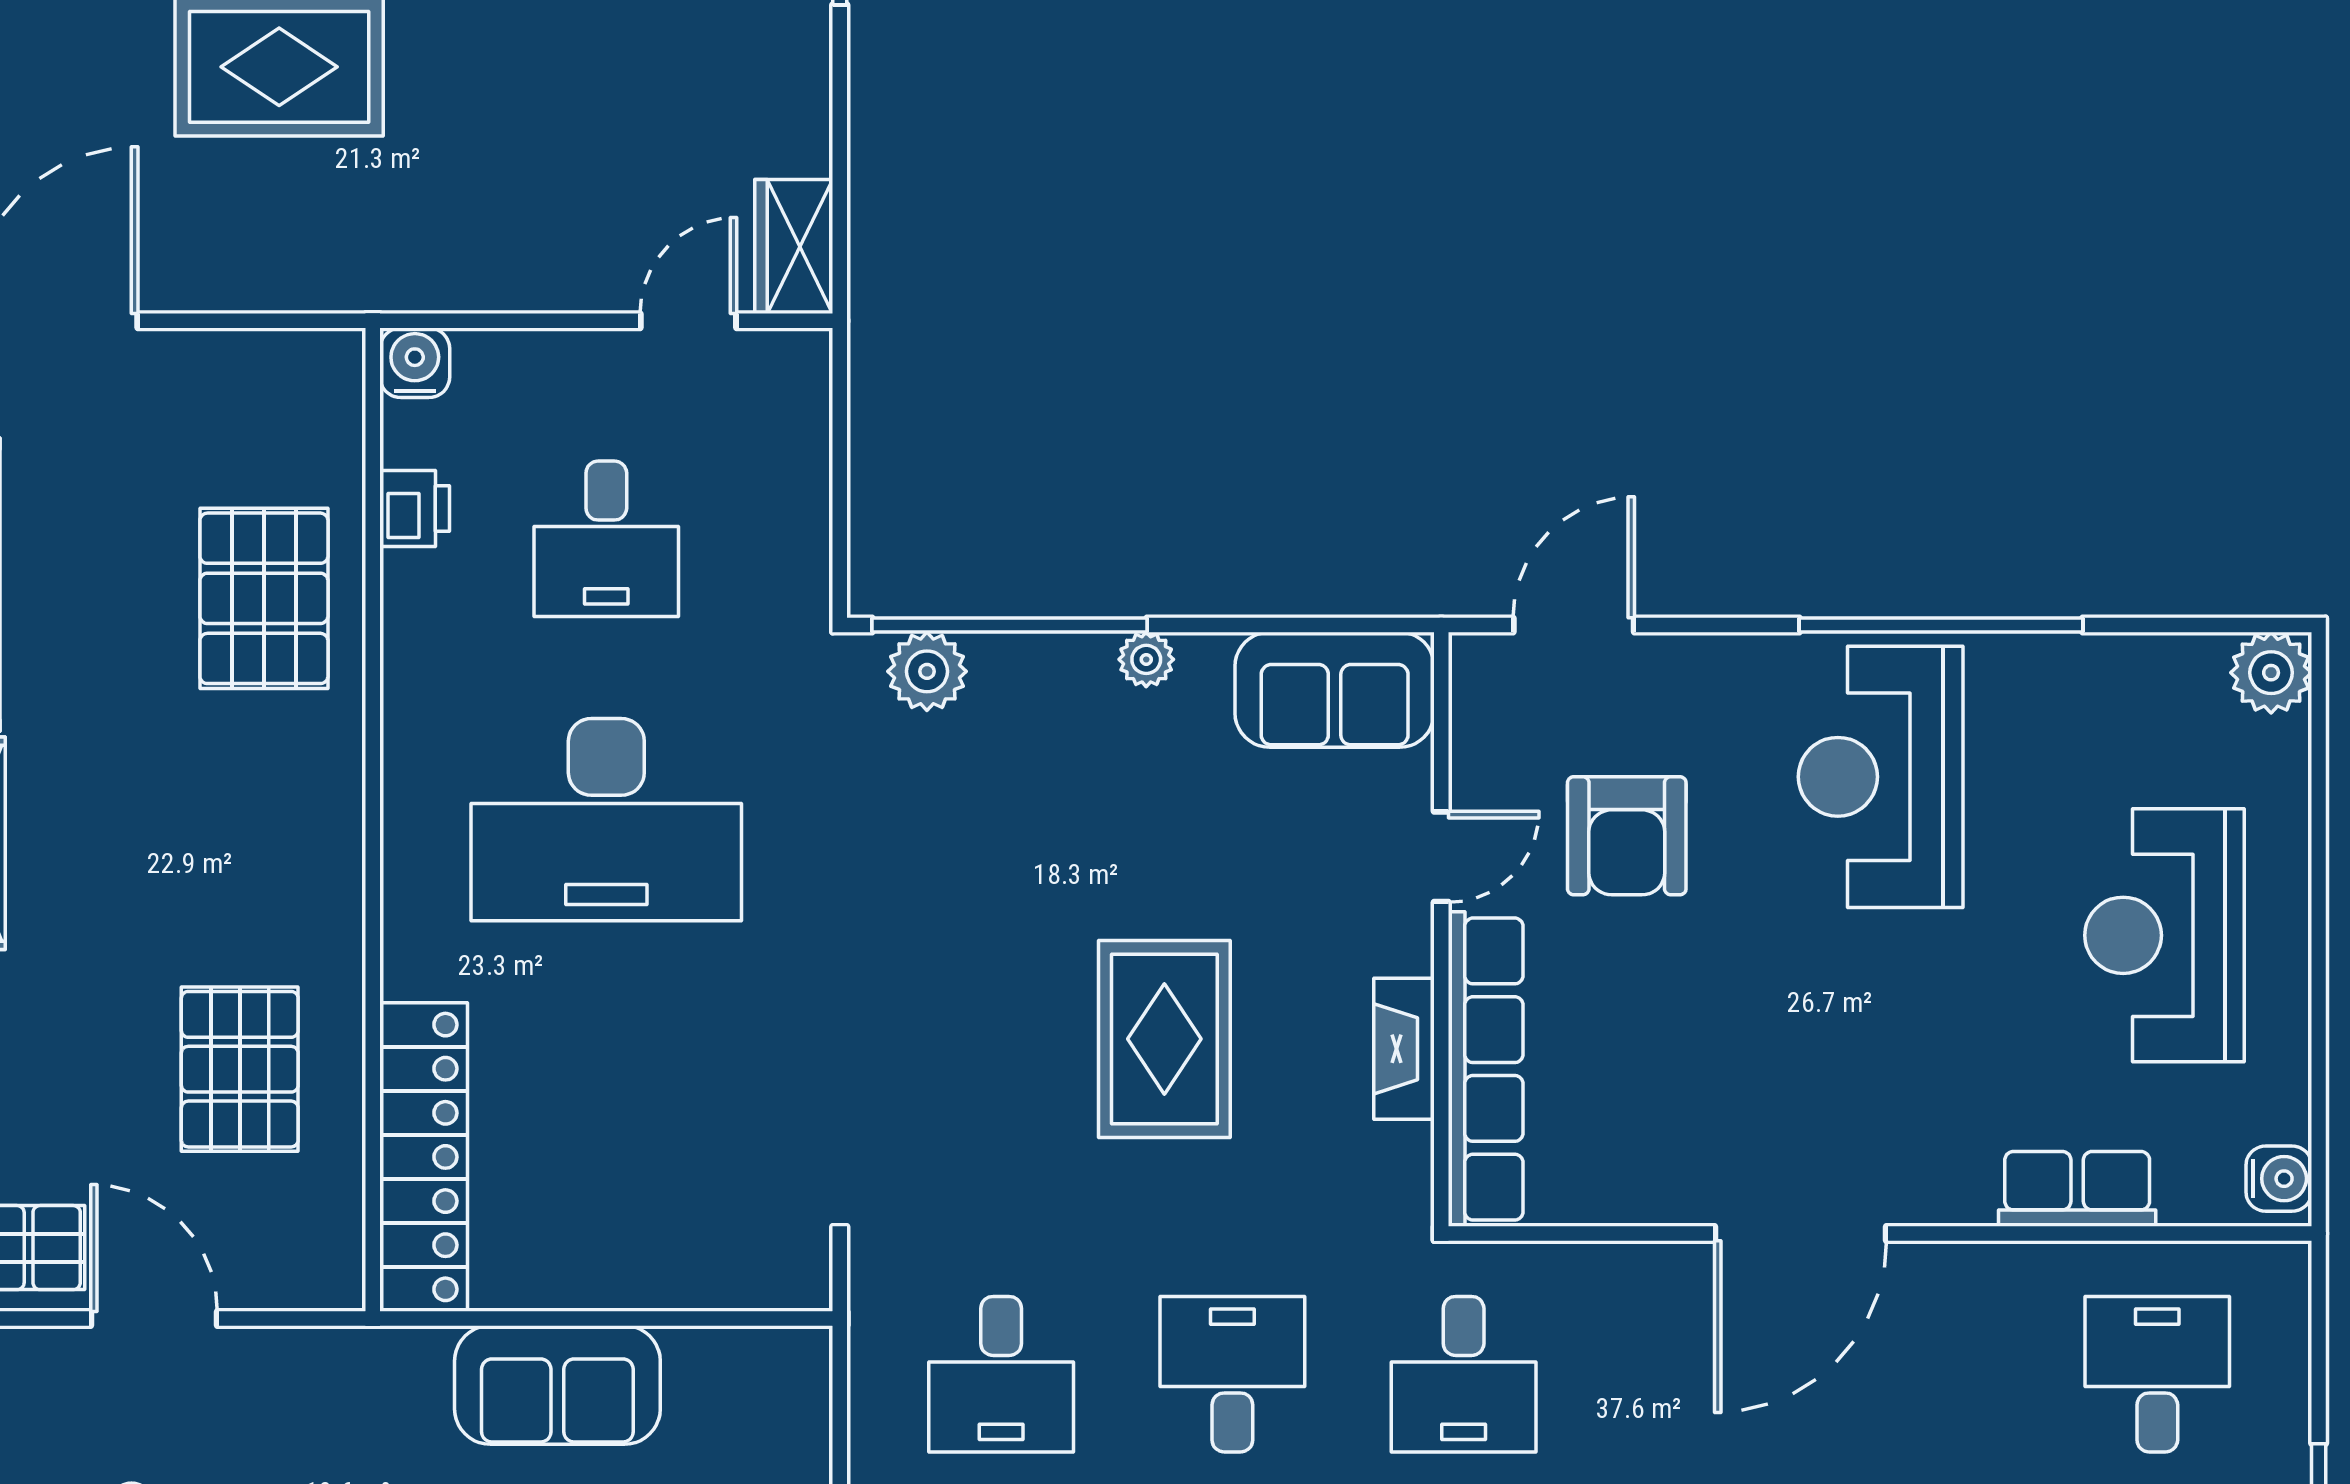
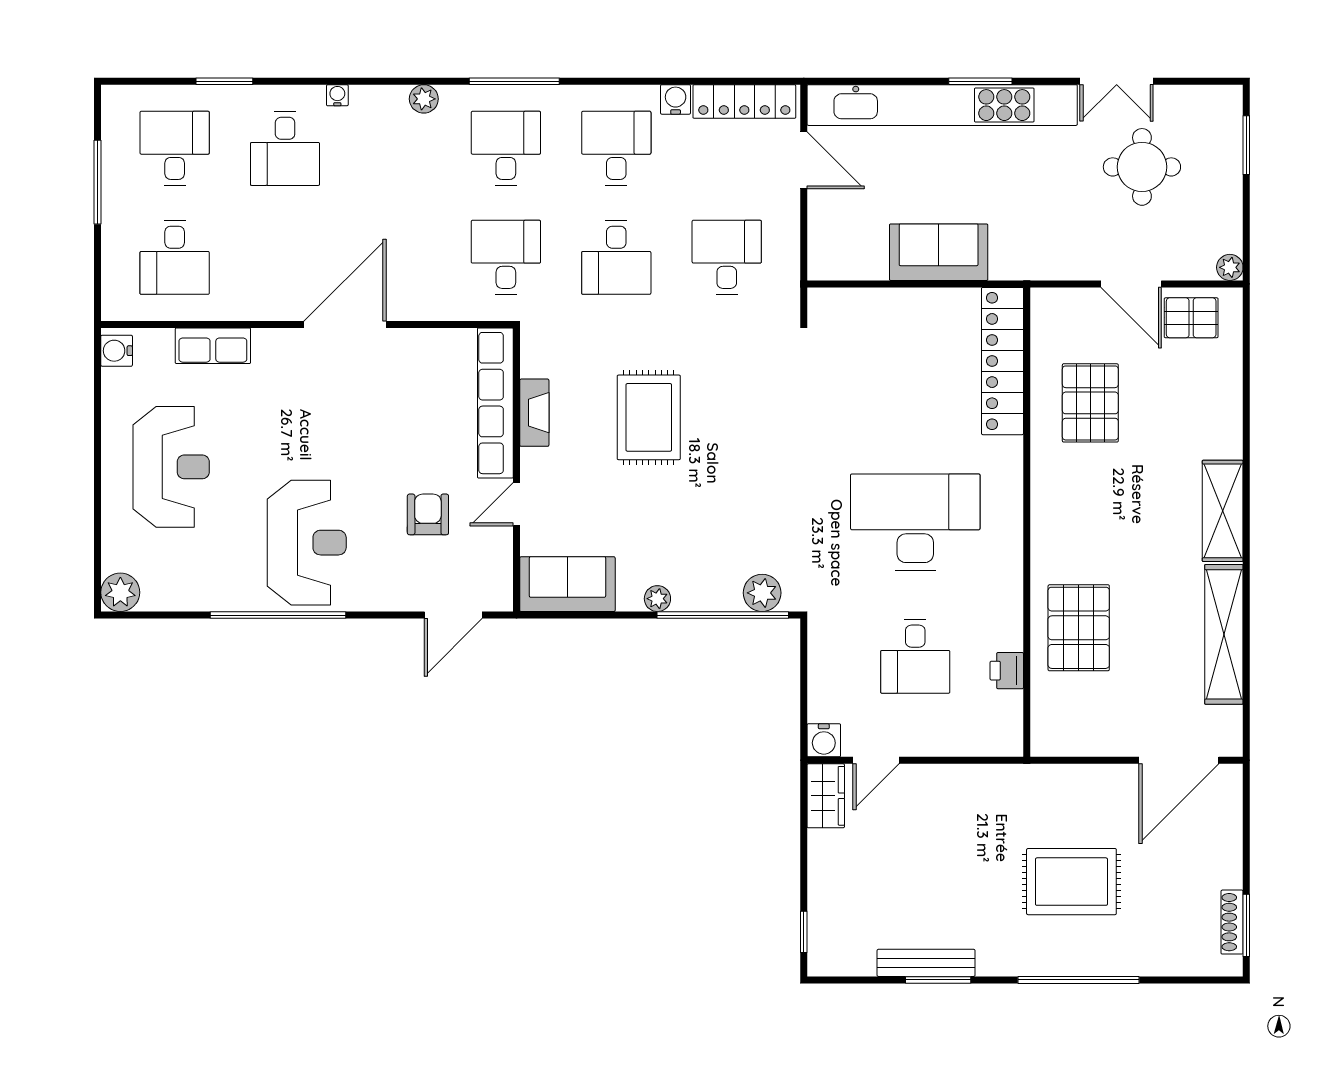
water cooler: (415, 363) -> (824, 740), moved
desk: (606, 539) -> (915, 656), turned 180
armchair: (1627, 836) -> (428, 514), width x0.72, depth x0.72

